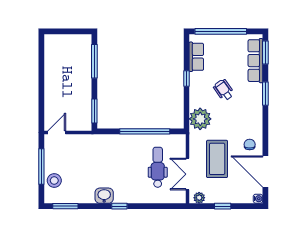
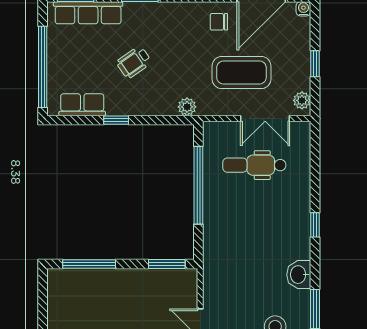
plant: (200, 119) -> (187, 107), width x0.53, depth x0.53
washbasin: (104, 196) -> (299, 275), moved

